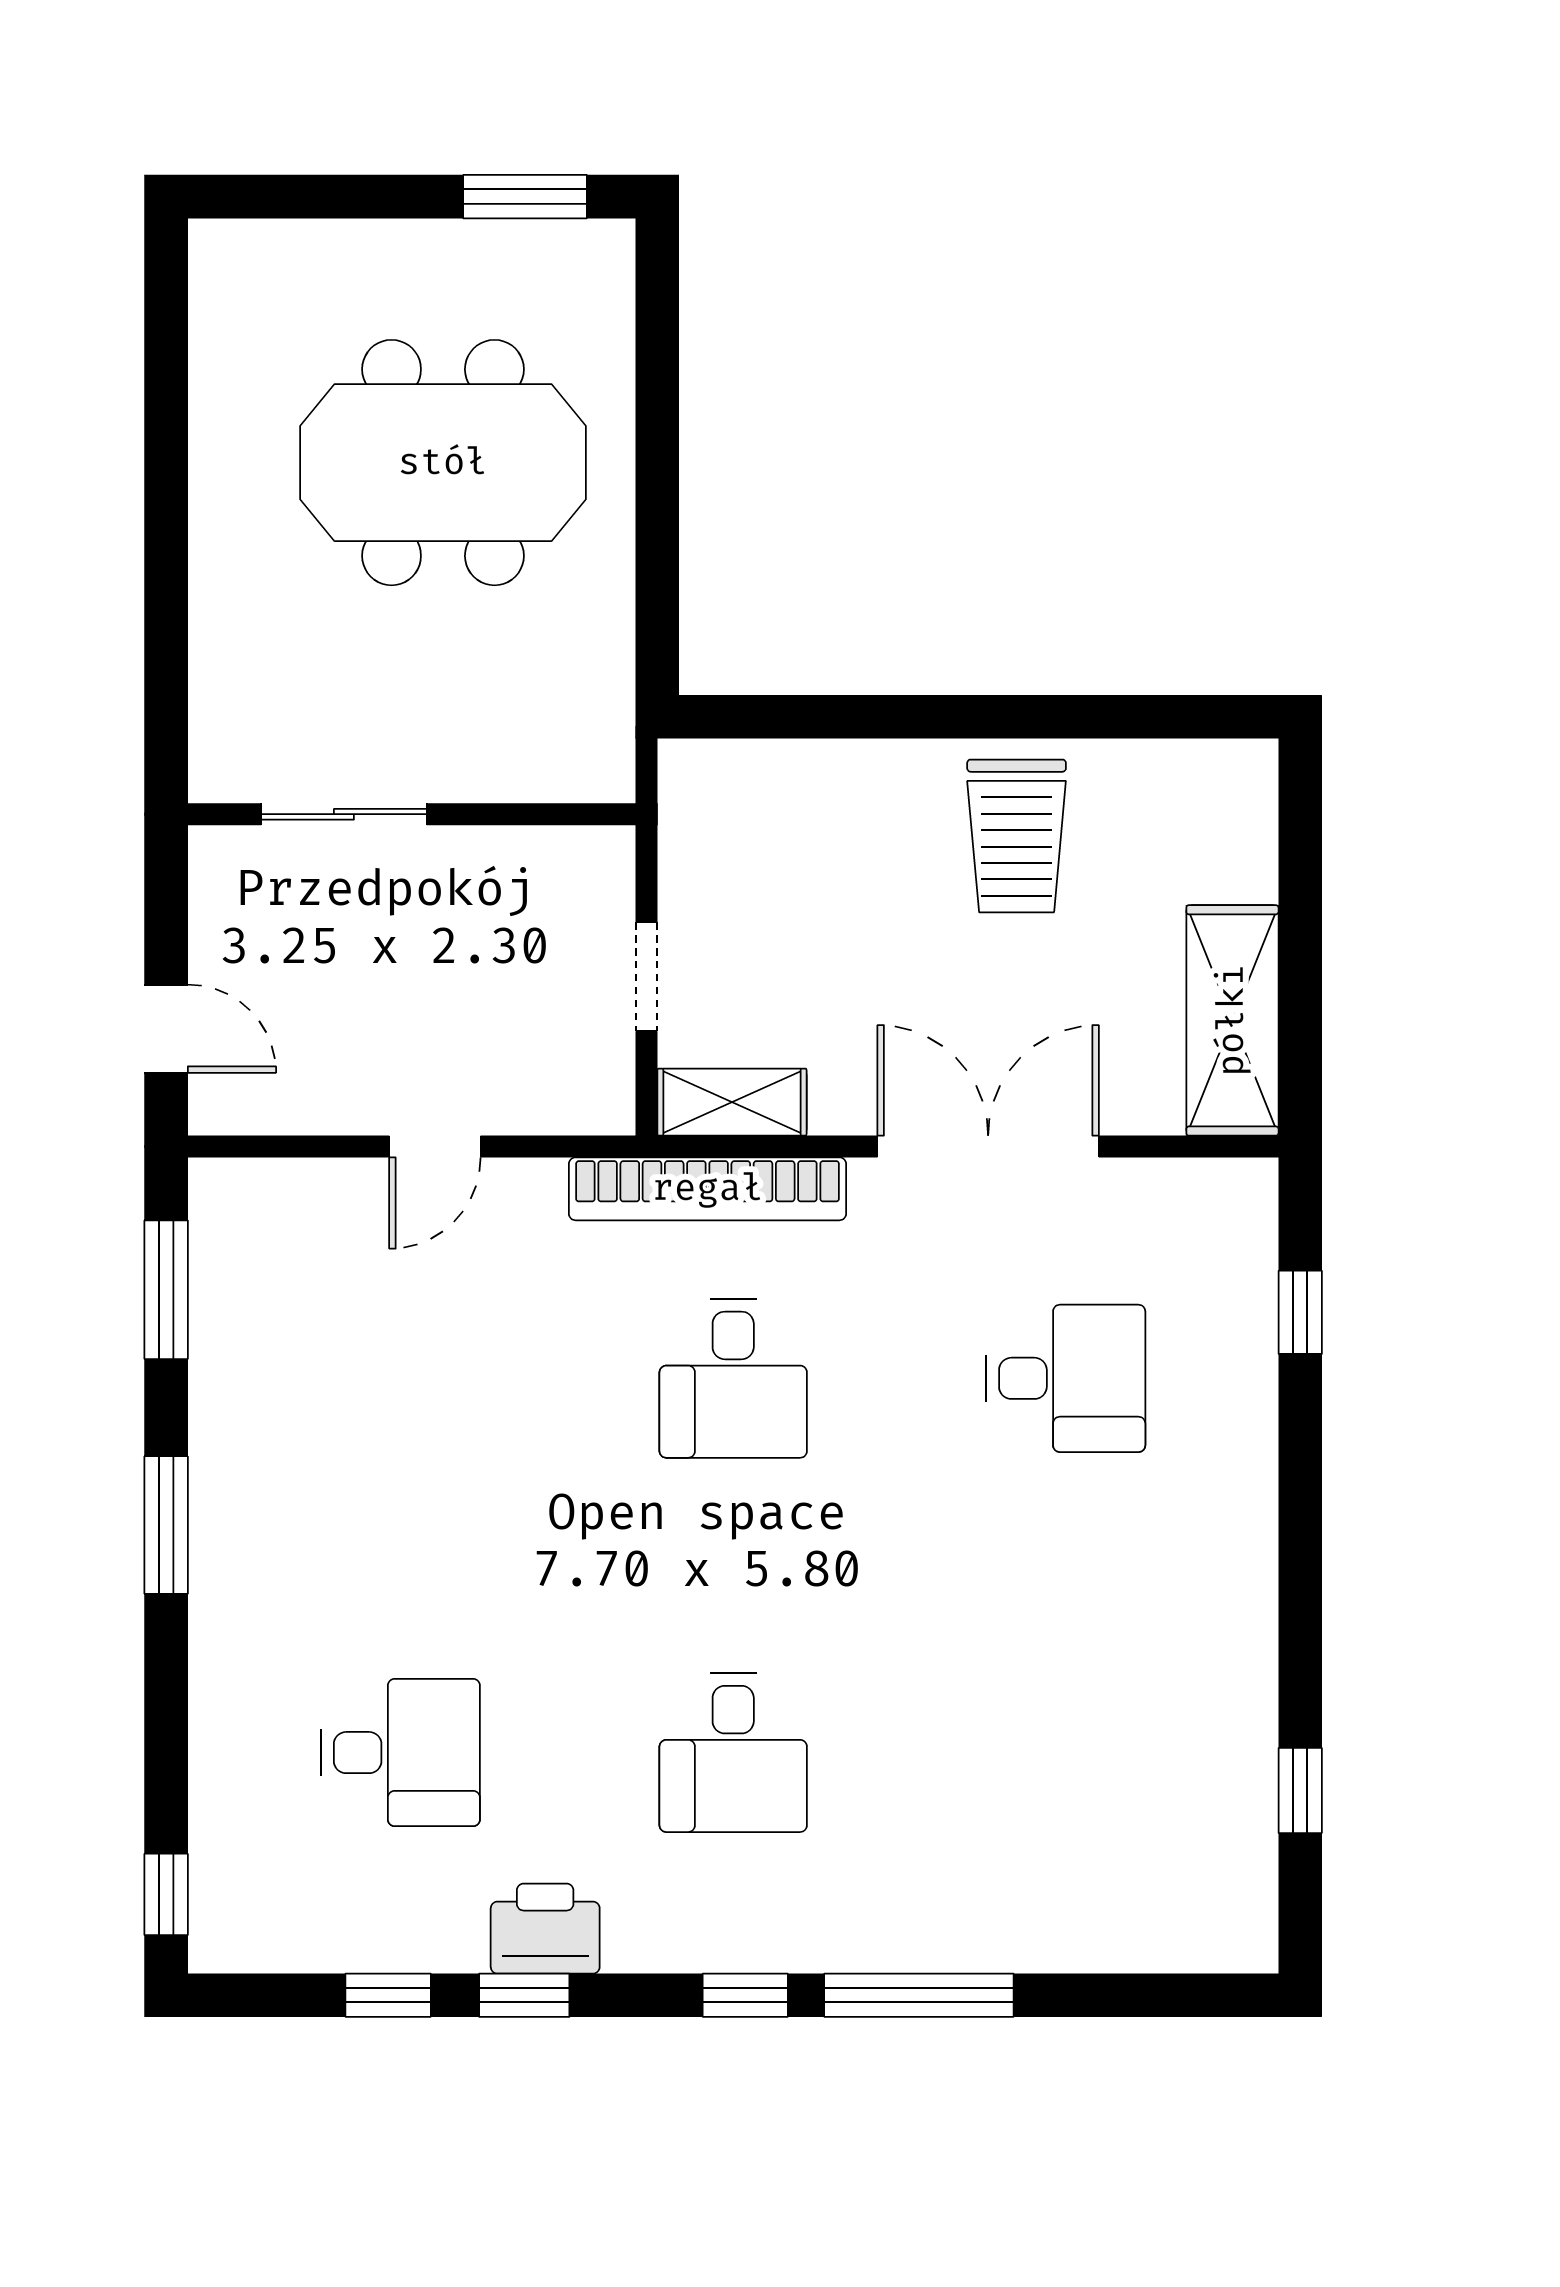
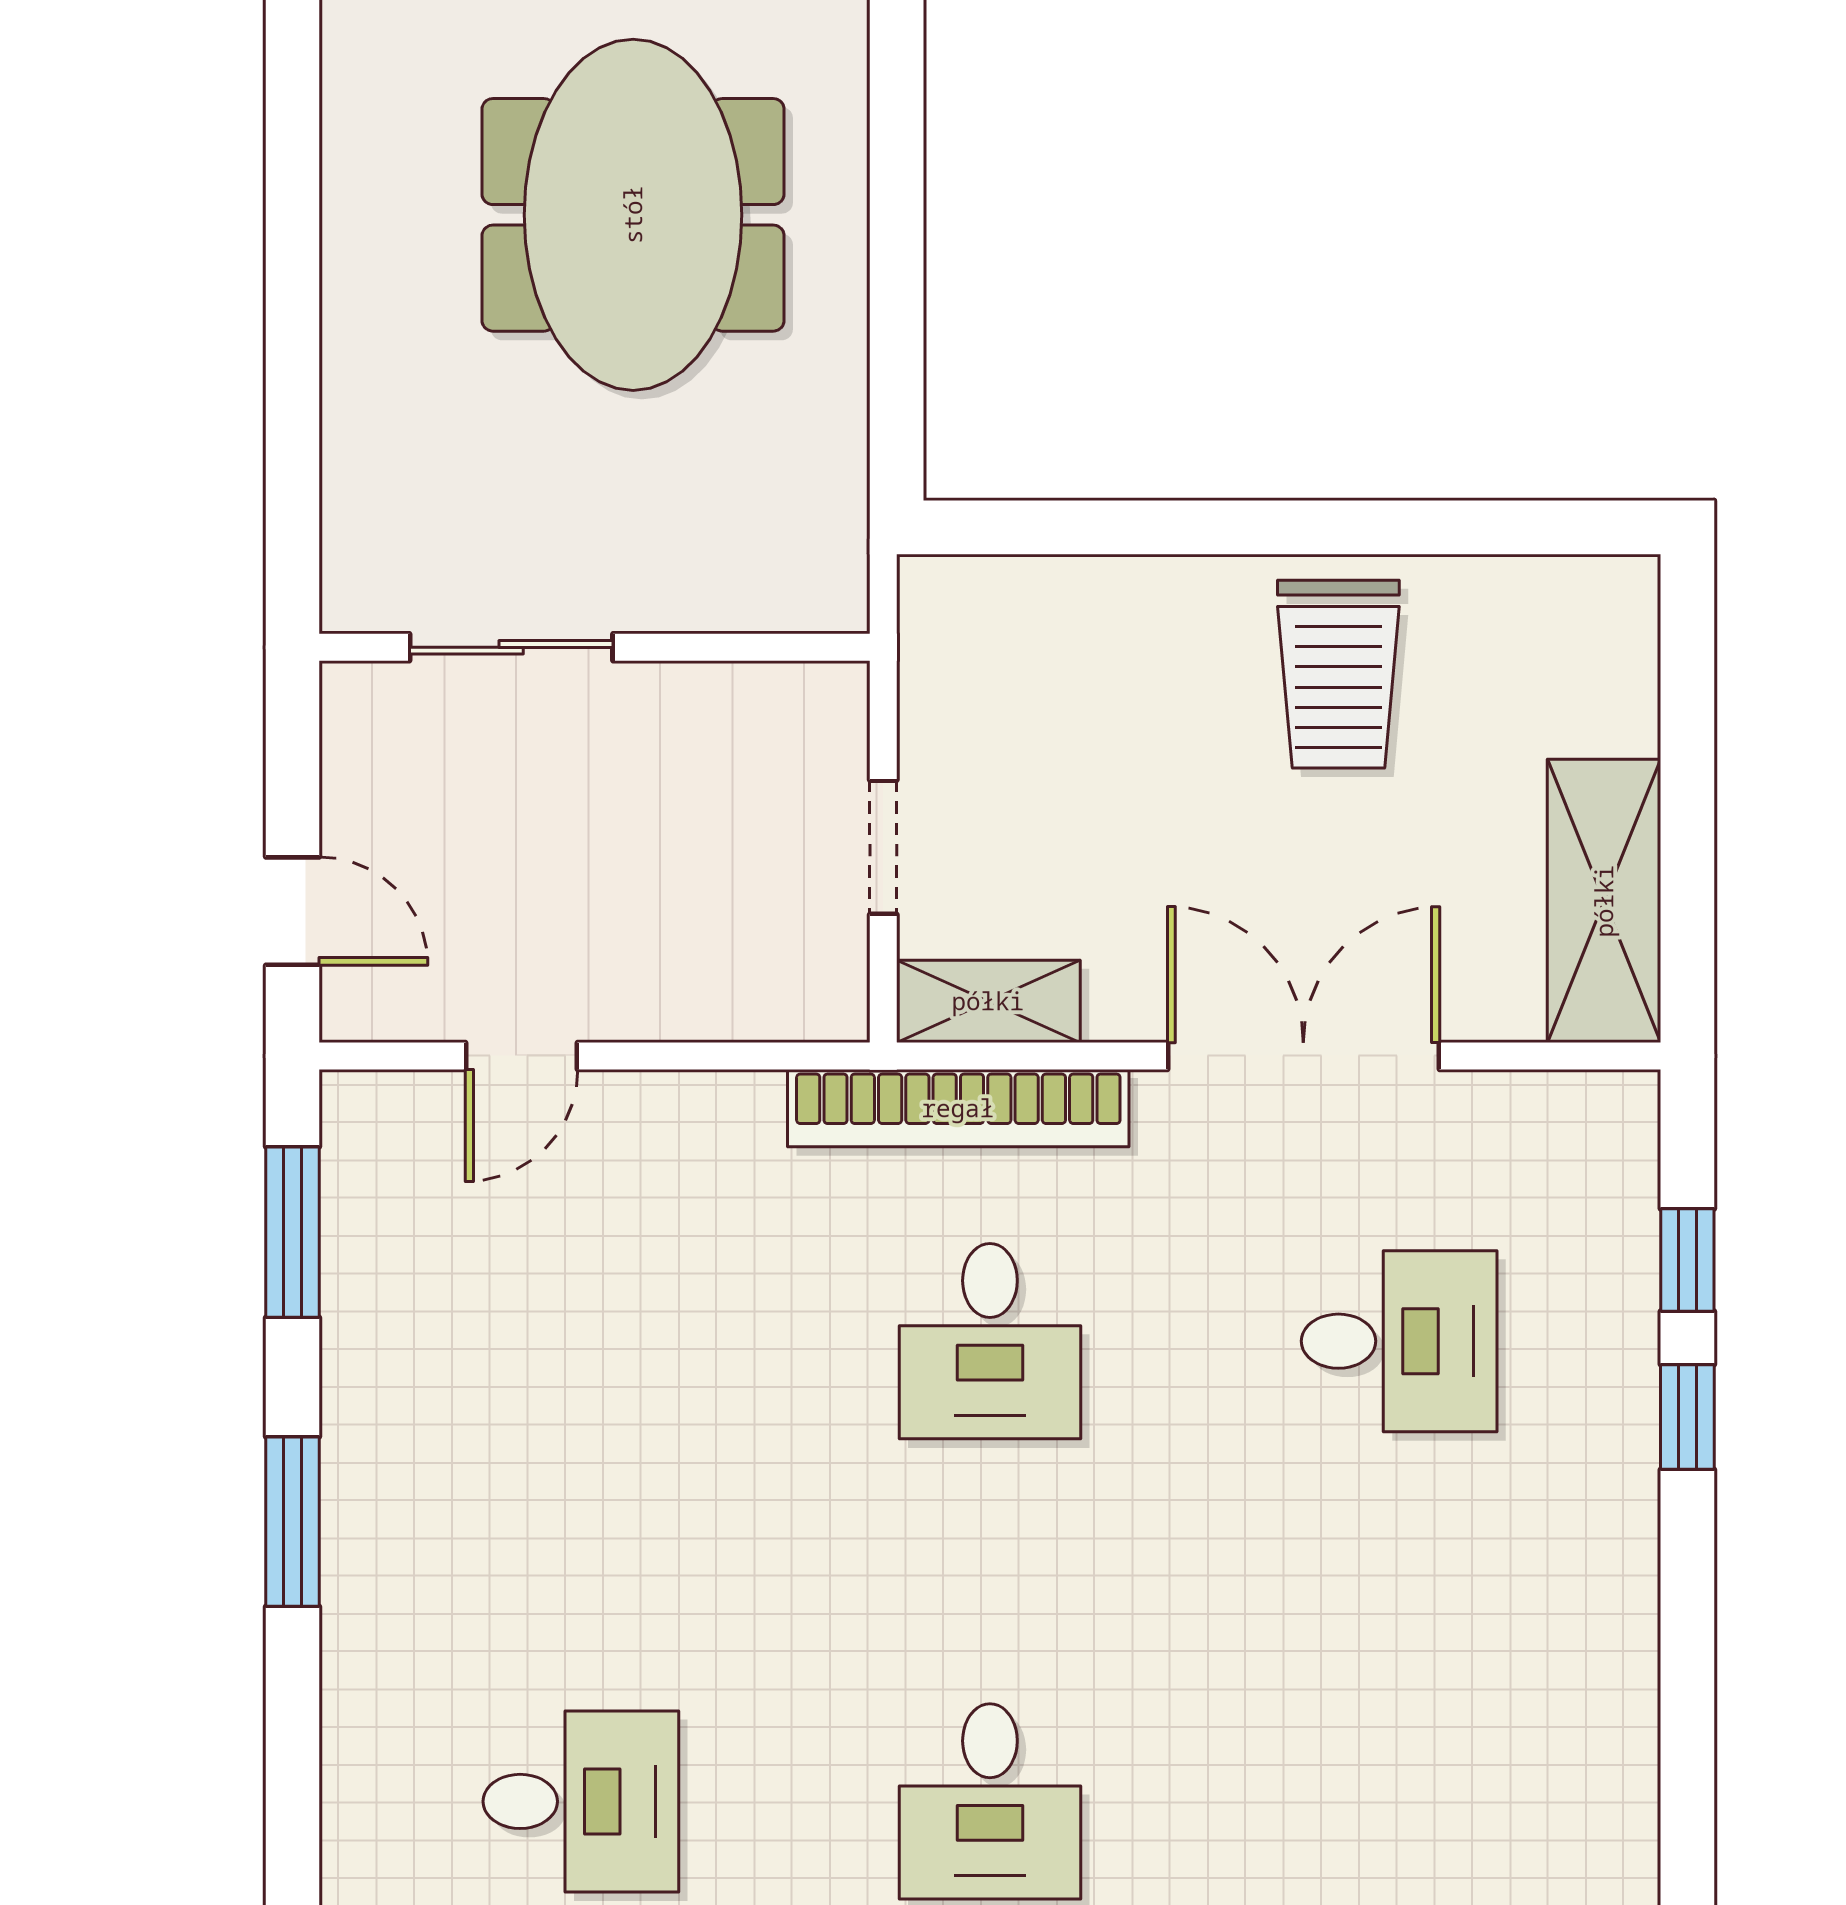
meeting table: (443, 463) -> (633, 215), turned 90
door: (435, 1146) -> (522, 1056), moved
window: (1300, 1791) -> (1687, 1417), moved

